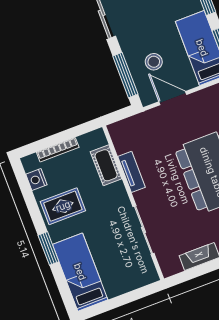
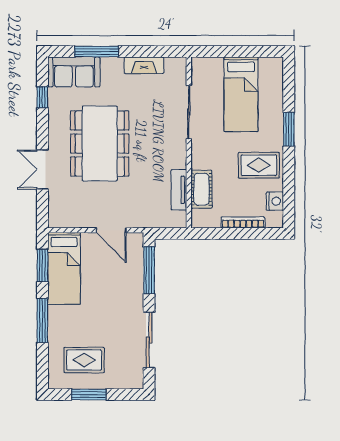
stool: (154, 62) -> (116, 273), removed
tv unit: (132, 172) -> (179, 190), moved
bed: (80, 272) -> (241, 94), moved

